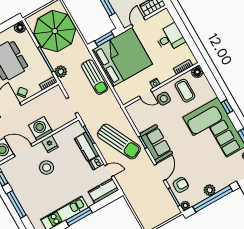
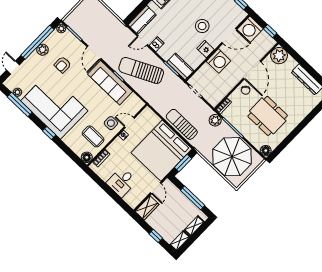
sofa: (156, 144) -> (110, 83), width x1.36
kitchen counter: (87, 147) -> (180, 66), moved
armchair: (181, 185) -> (63, 65), moved

